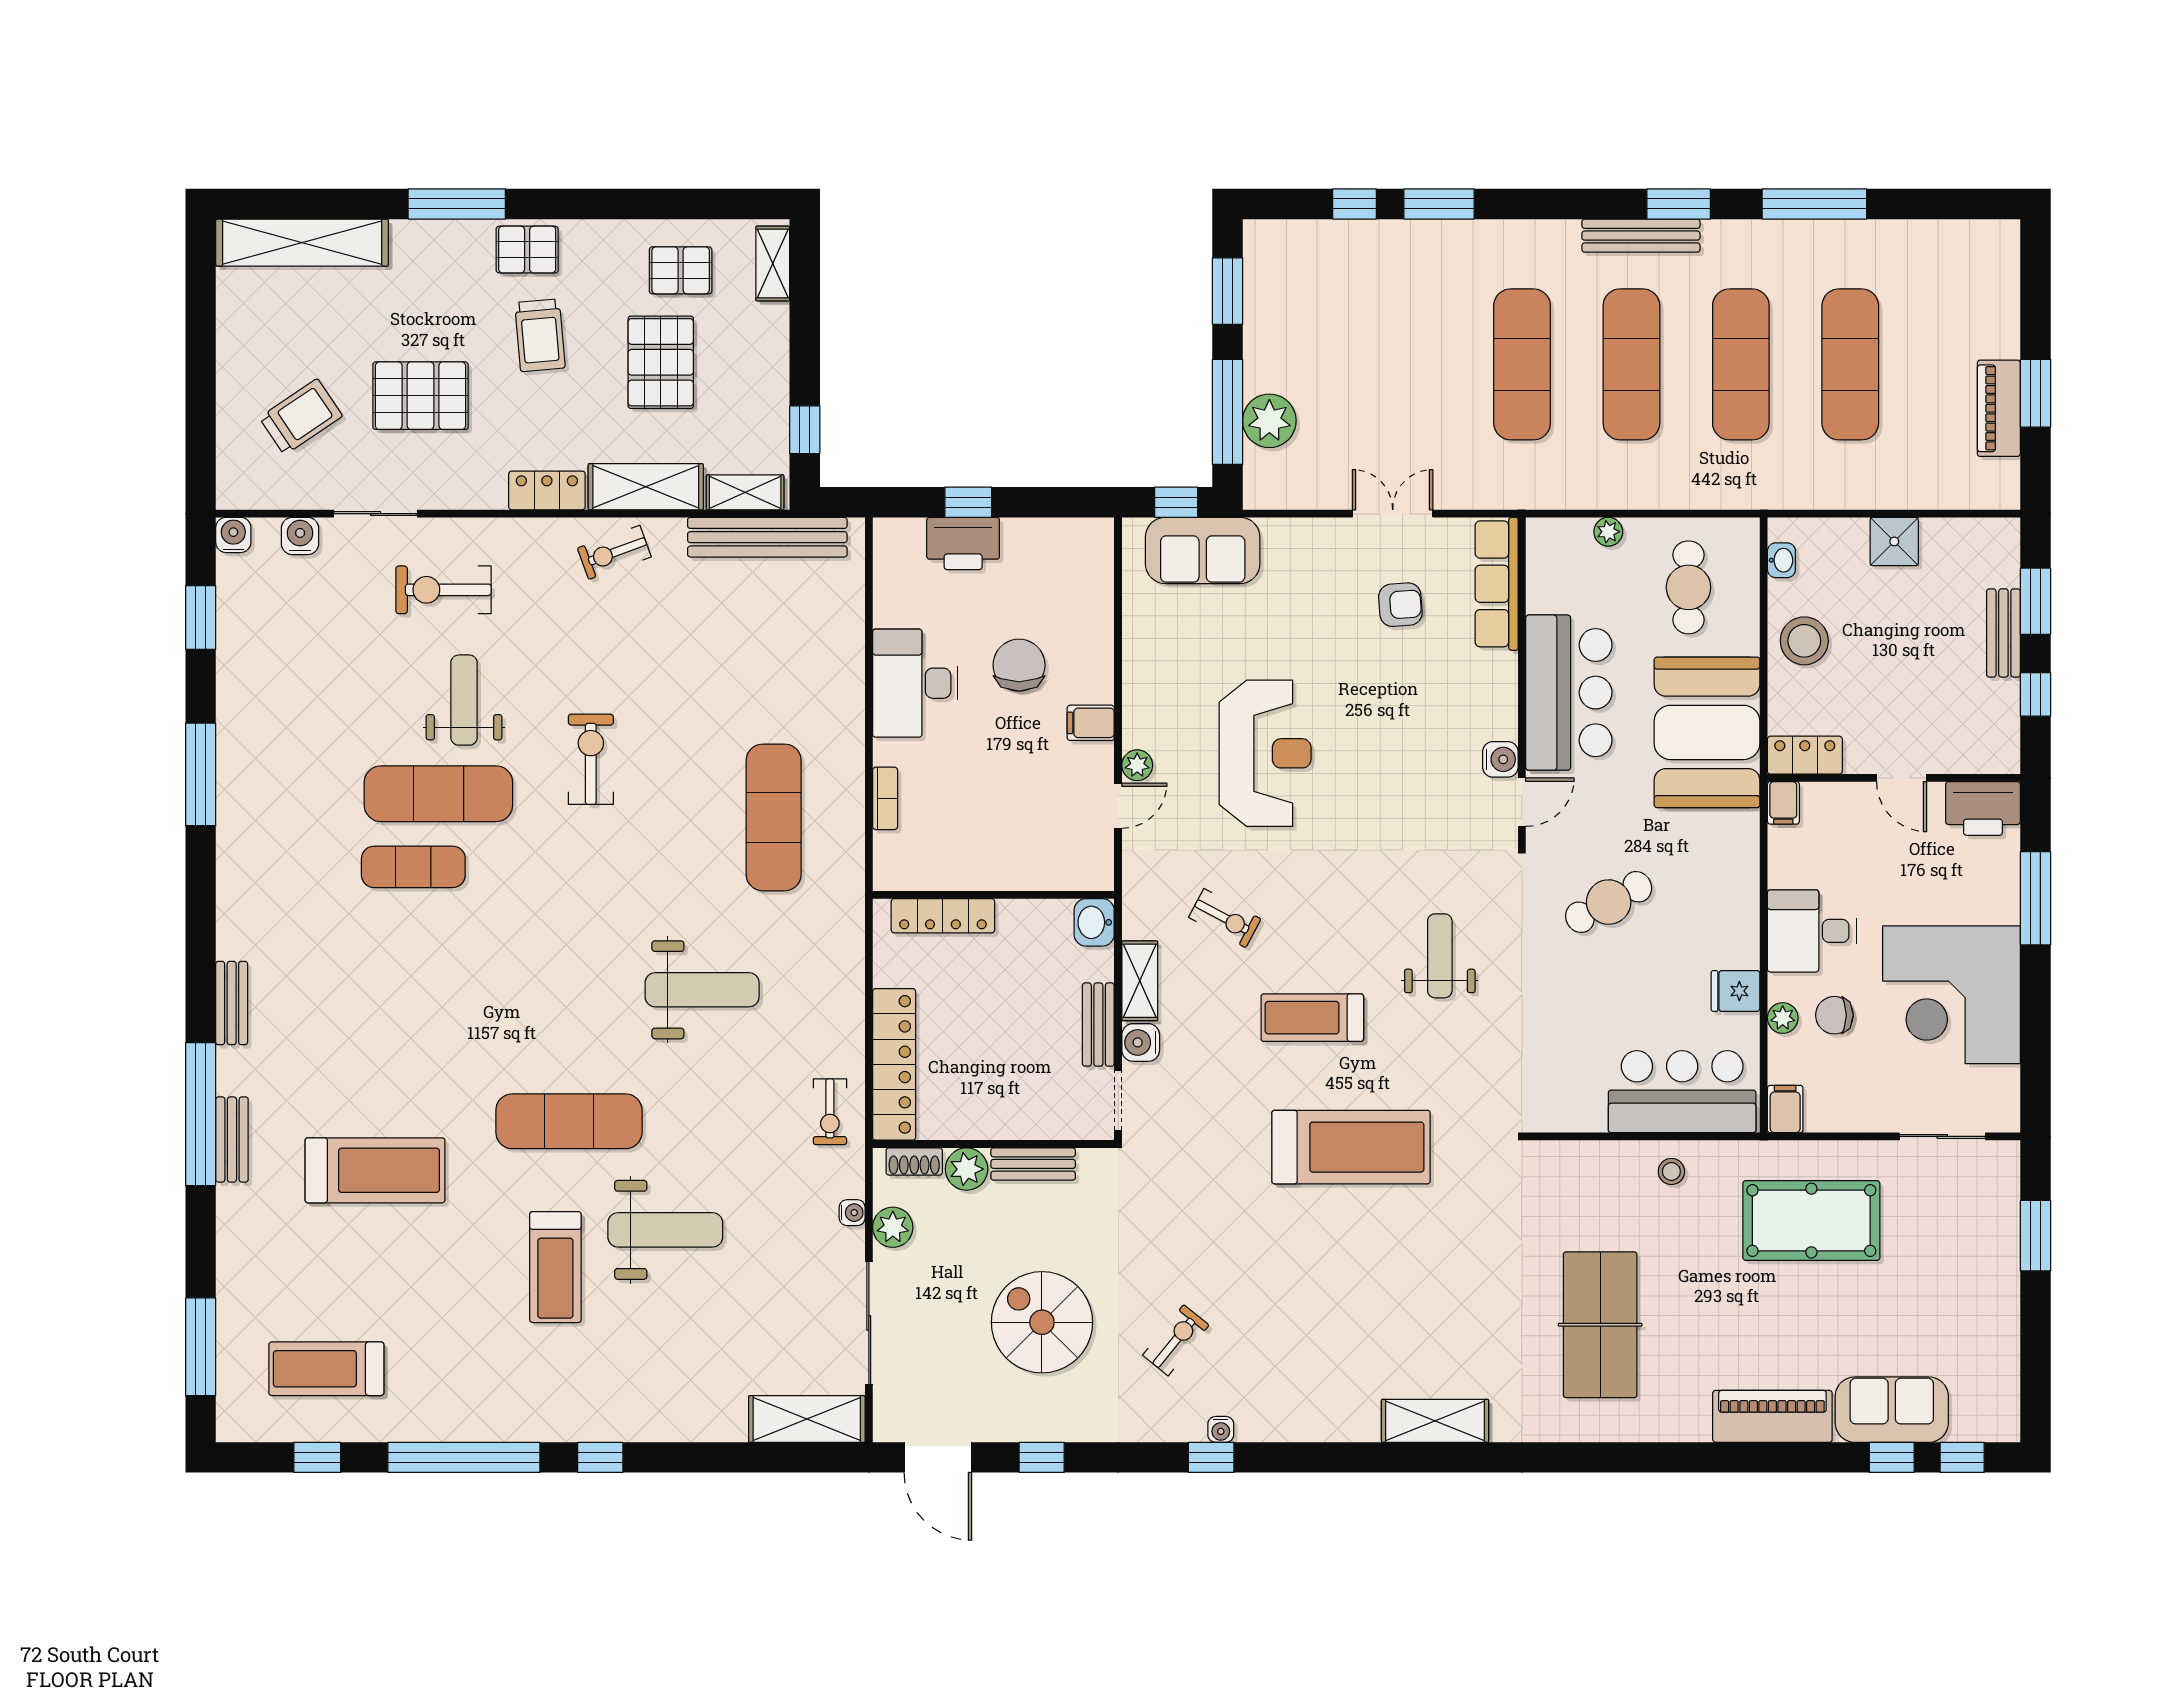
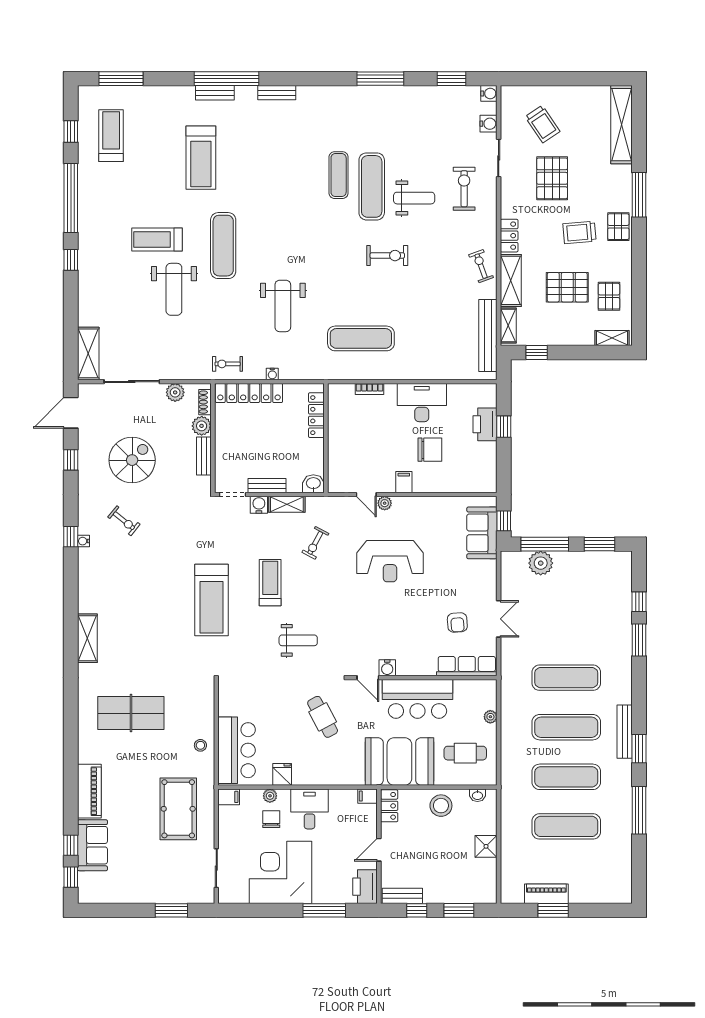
bench: (2003, 633) -> (402, 896), moved
water cooler: (852, 1213) -> (272, 374), moved

